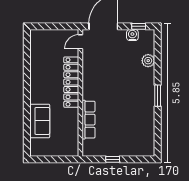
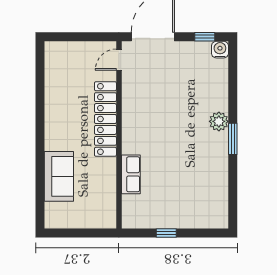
water cooler: (132, 35) -> (220, 50), moved
plant: (148, 61) -> (219, 121), moved
row of seats: (89, 120) -> (131, 174), width x0.68

